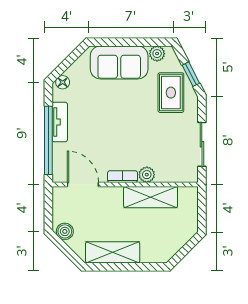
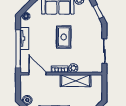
rug: (171, 93) -> (64, 37), moved

